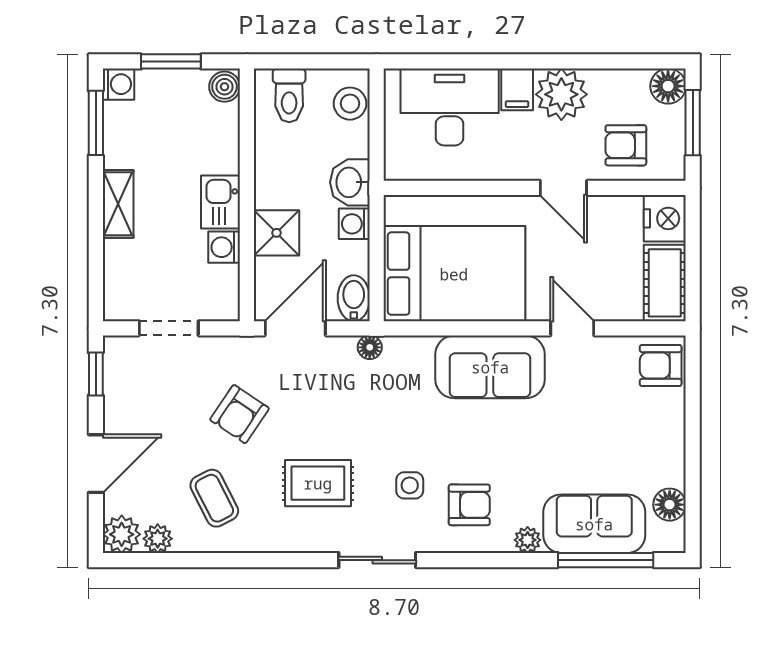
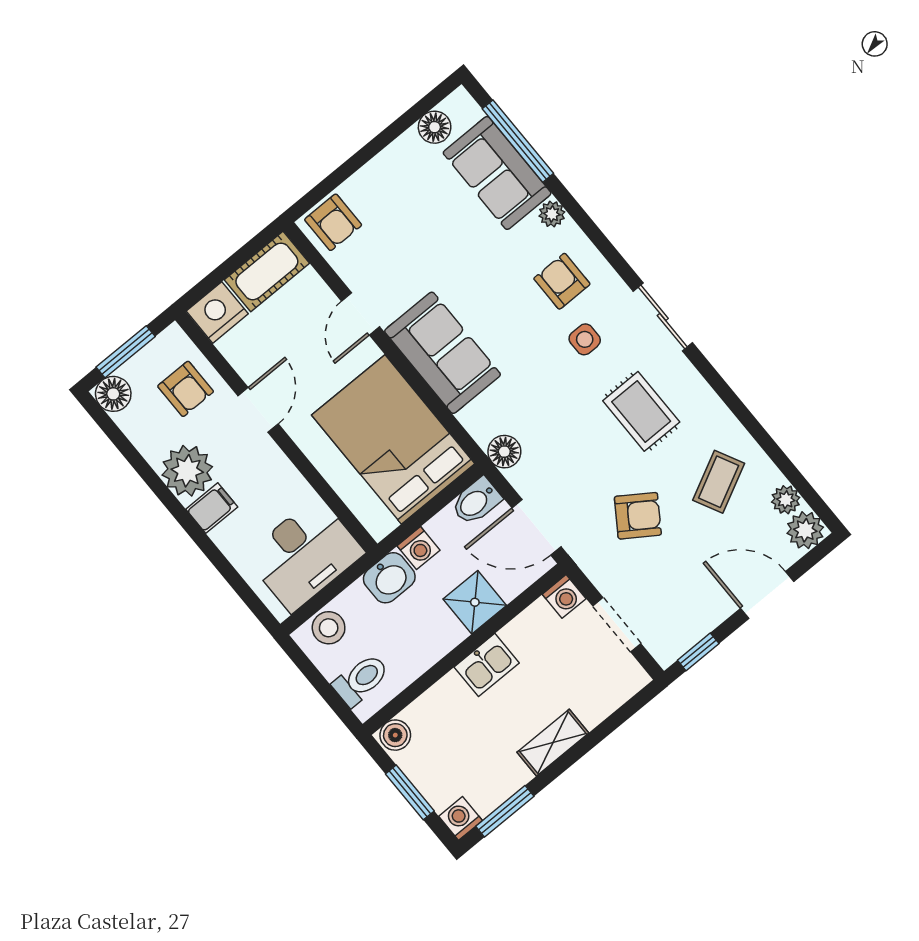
desk: (450, 107) -> (305, 554), moved, turned -90
washing machine: (224, 247) -> (564, 596), moved
floor lamp: (370, 347) -> (504, 452), width x1.37, depth x1.37

